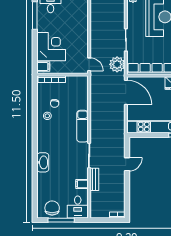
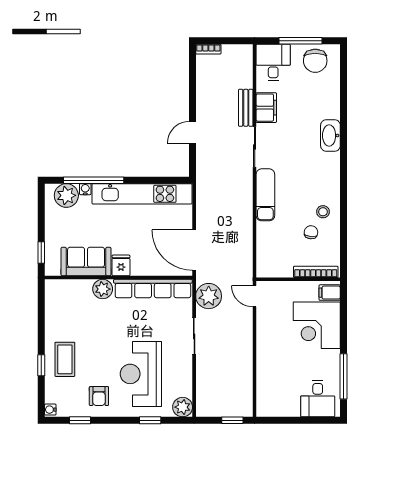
filing cabinet: (82, 184) -> (266, 108), width x2.00

